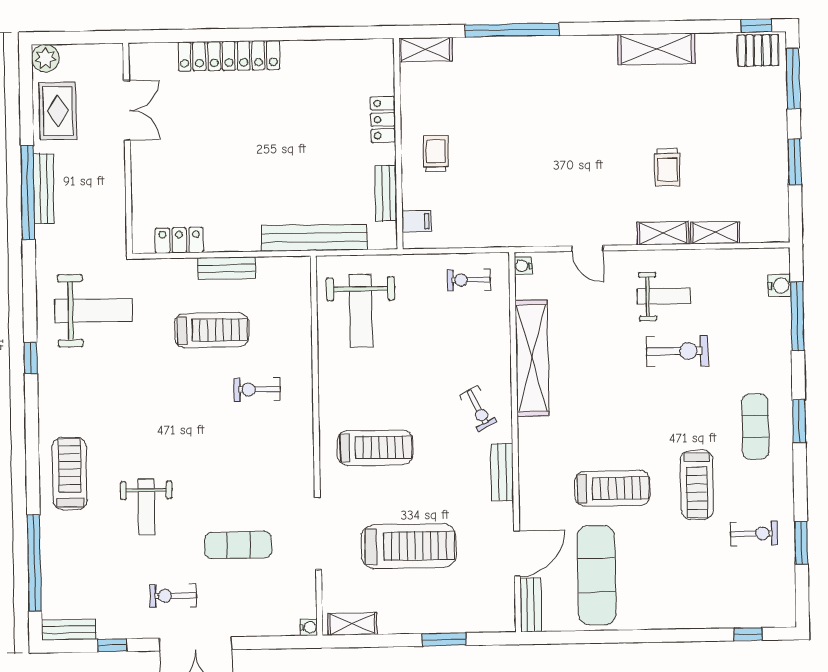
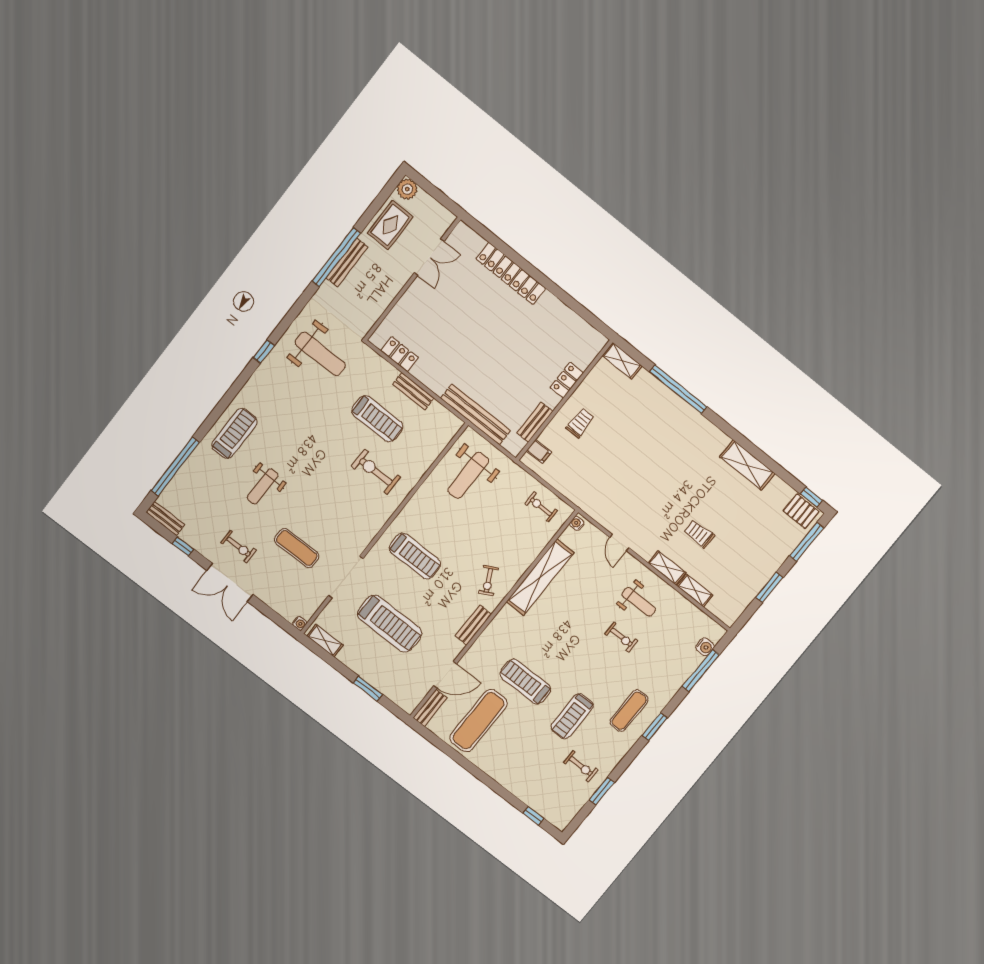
trolley: (667, 167) -> (699, 534), turned 90
exercise bike: (677, 351) -> (621, 637), width x0.73, depth x0.72
exercise bike: (257, 389) -> (376, 472), width x1.38, depth x1.39
treadmill: (612, 488) -> (525, 682), turned 180
exercise bike: (173, 596) -> (238, 546), turned 180

